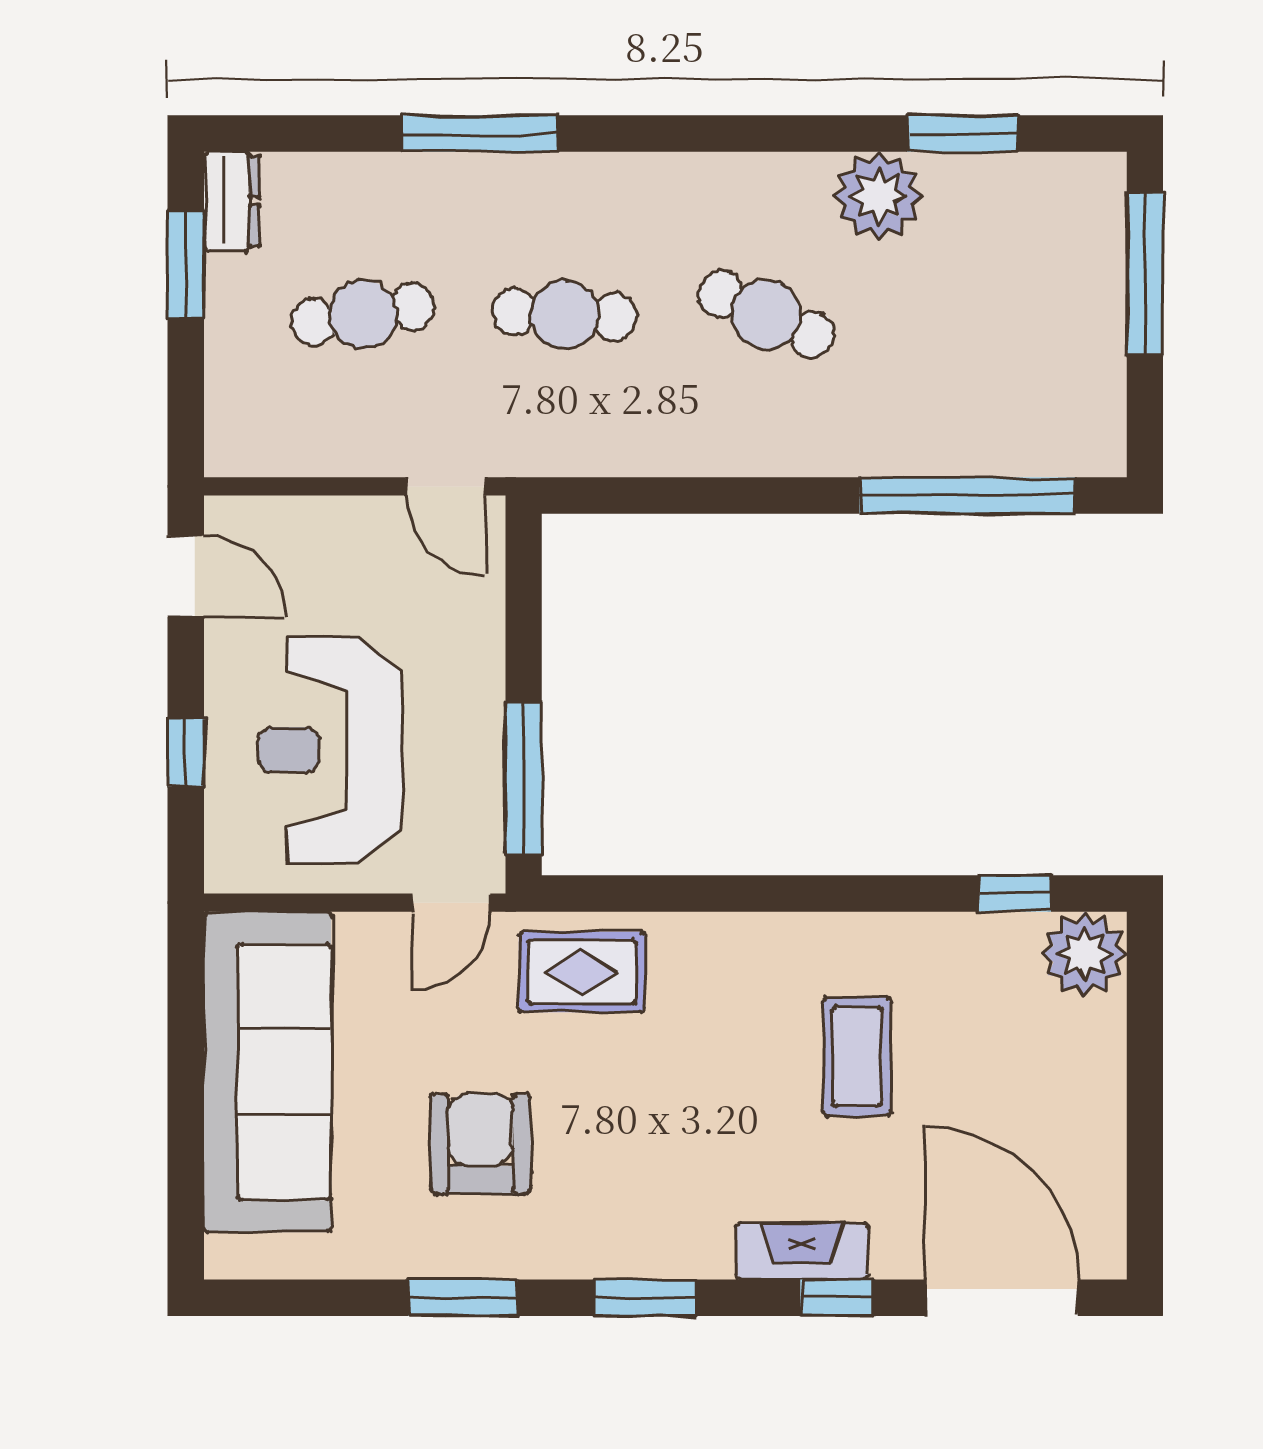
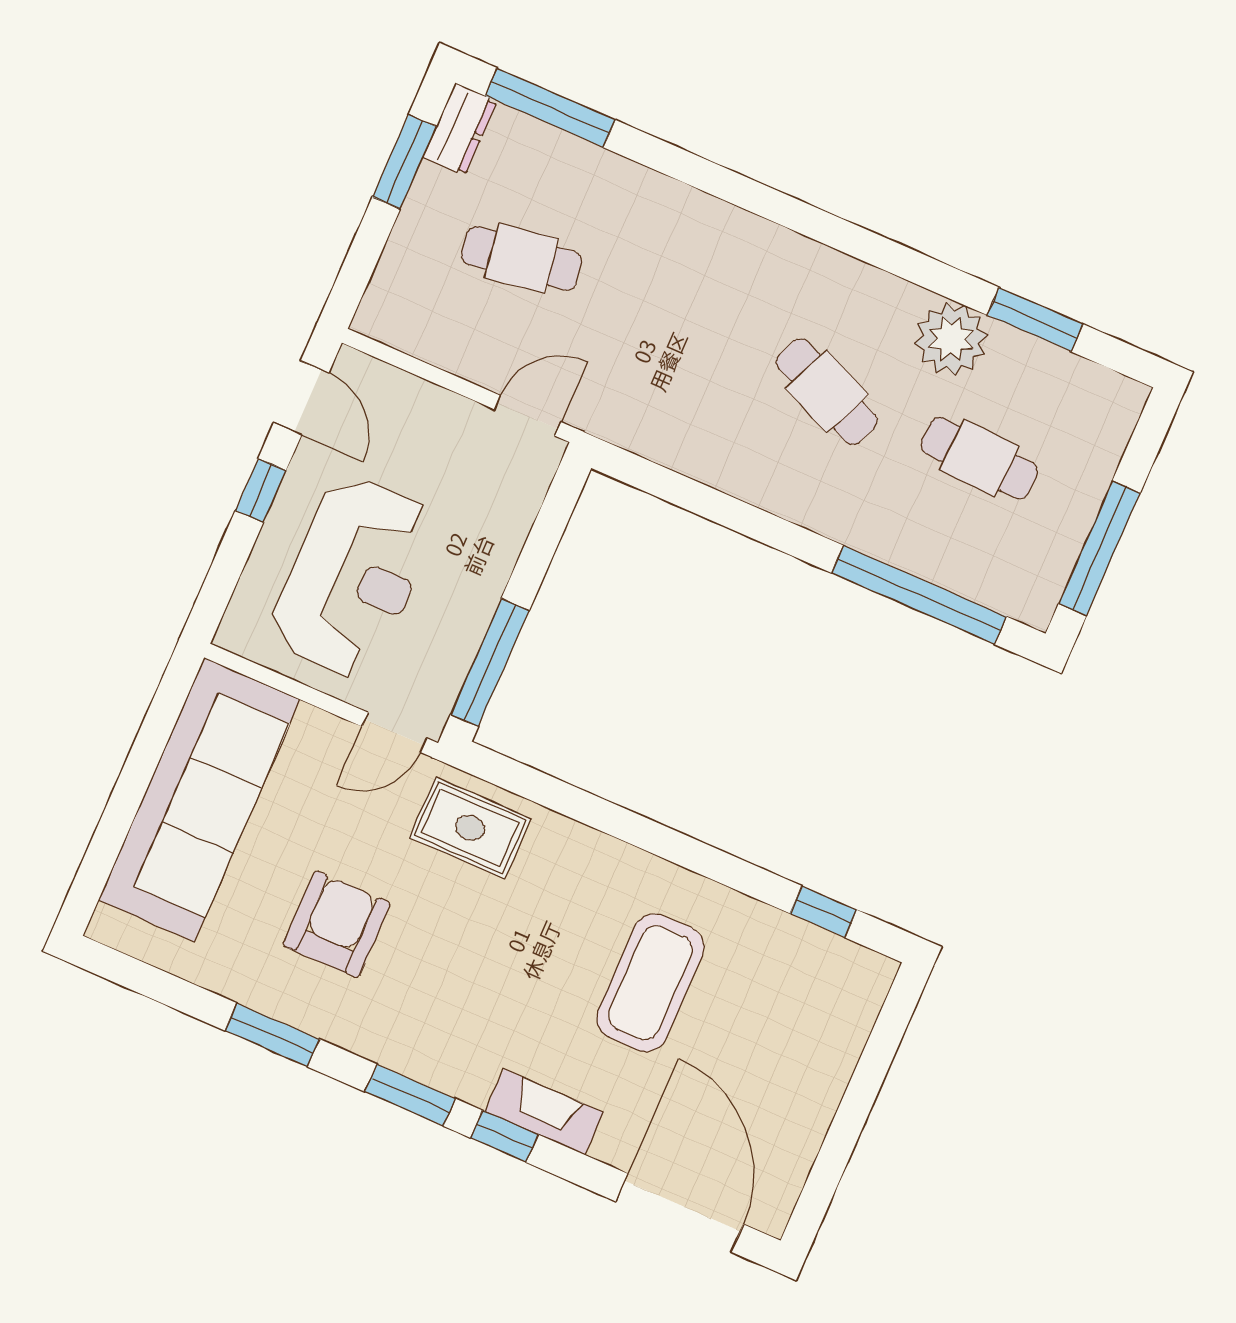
window: (480, 134) -> (550, 108), moved
window: (1145, 274) -> (1099, 548), moved
cafe table: (565, 314) -> (979, 458), moved
door: (446, 486) -> (528, 416), swing flipped
reception desk: (330, 750) -> (353, 577), turned 180
window: (186, 752) -> (261, 490), moved
plant: (1085, 954) -> (856, 980), removed
coffee table: (857, 1056) -> (650, 983), width x1.36, depth x1.32
window: (837, 1298) -> (504, 1136), moved

